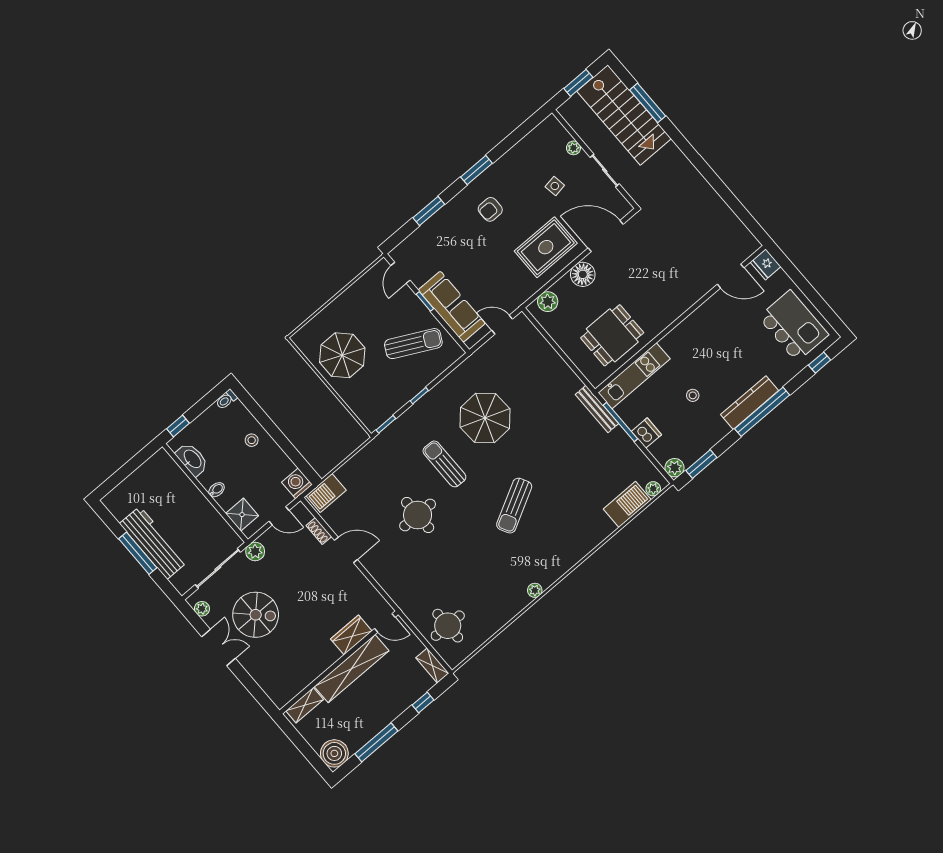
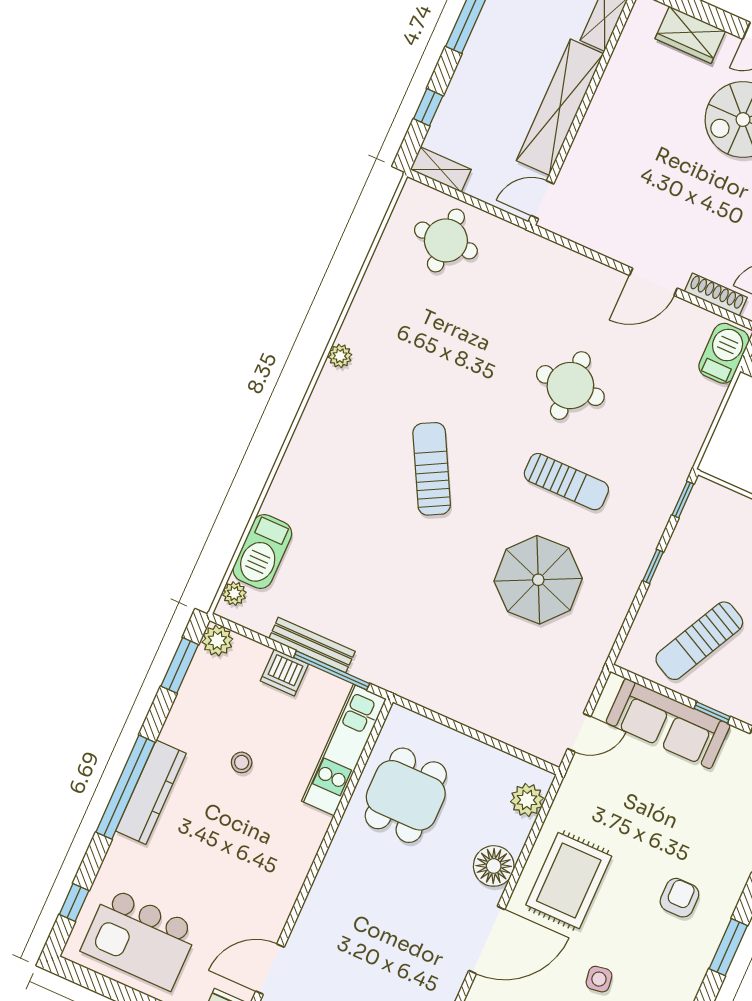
bench: (597, 409) -> (312, 645), moved
shoe rack: (319, 531) -> (716, 295), width x1.43
wardrobe: (351, 635) -> (690, 35), moved, turned 90

